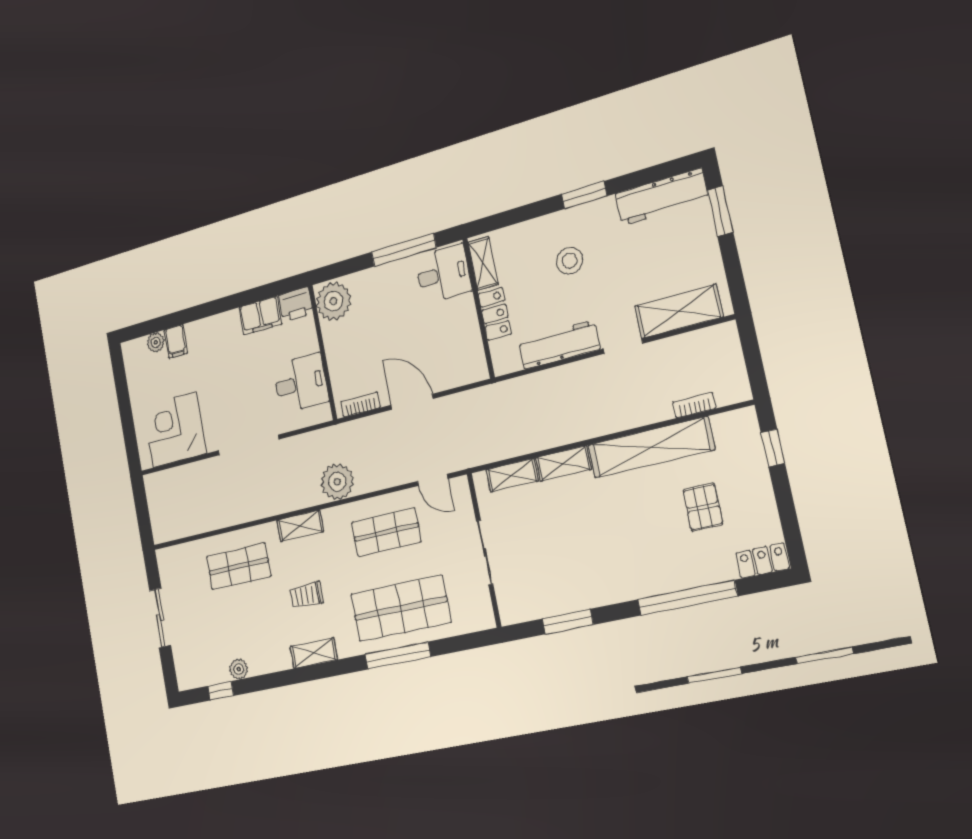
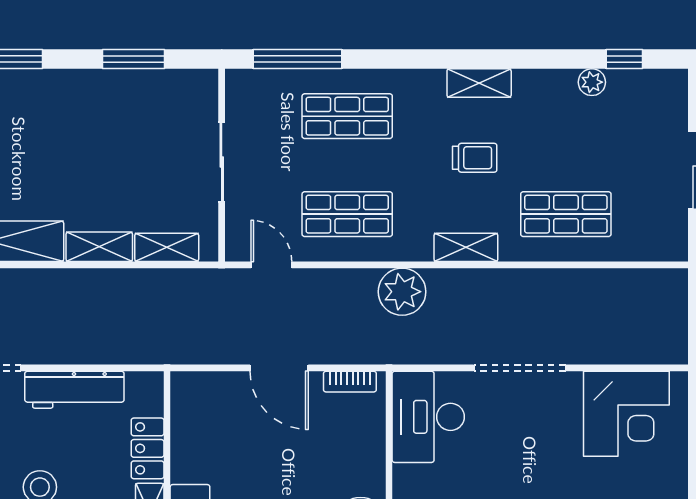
desk: (301, 383) -> (428, 417), width x1.37
shop shelf: (401, 608) -> (347, 116), width x0.70, depth x0.74
window: (398, 656) -> (298, 59), moved

